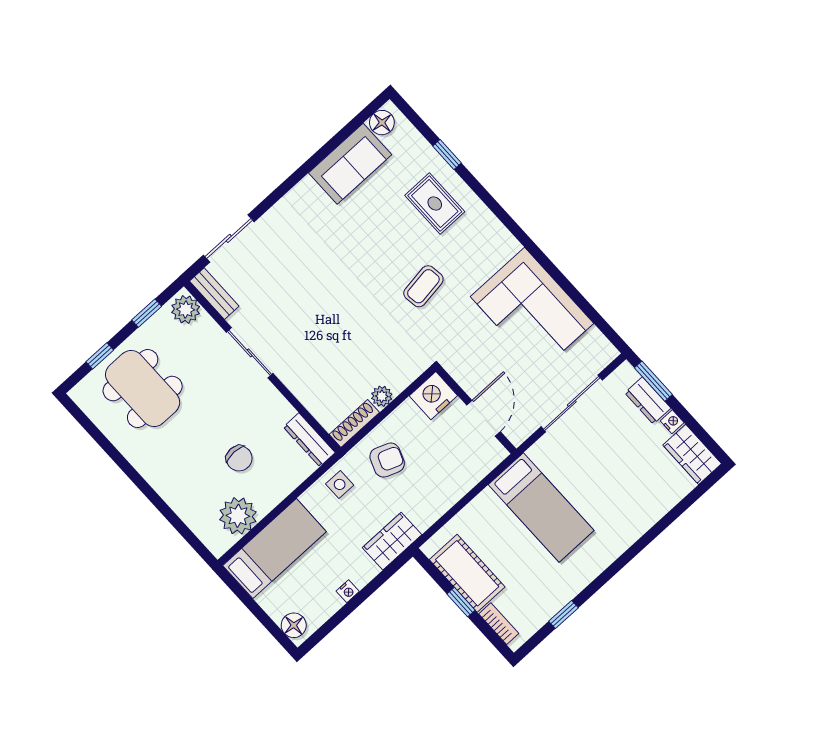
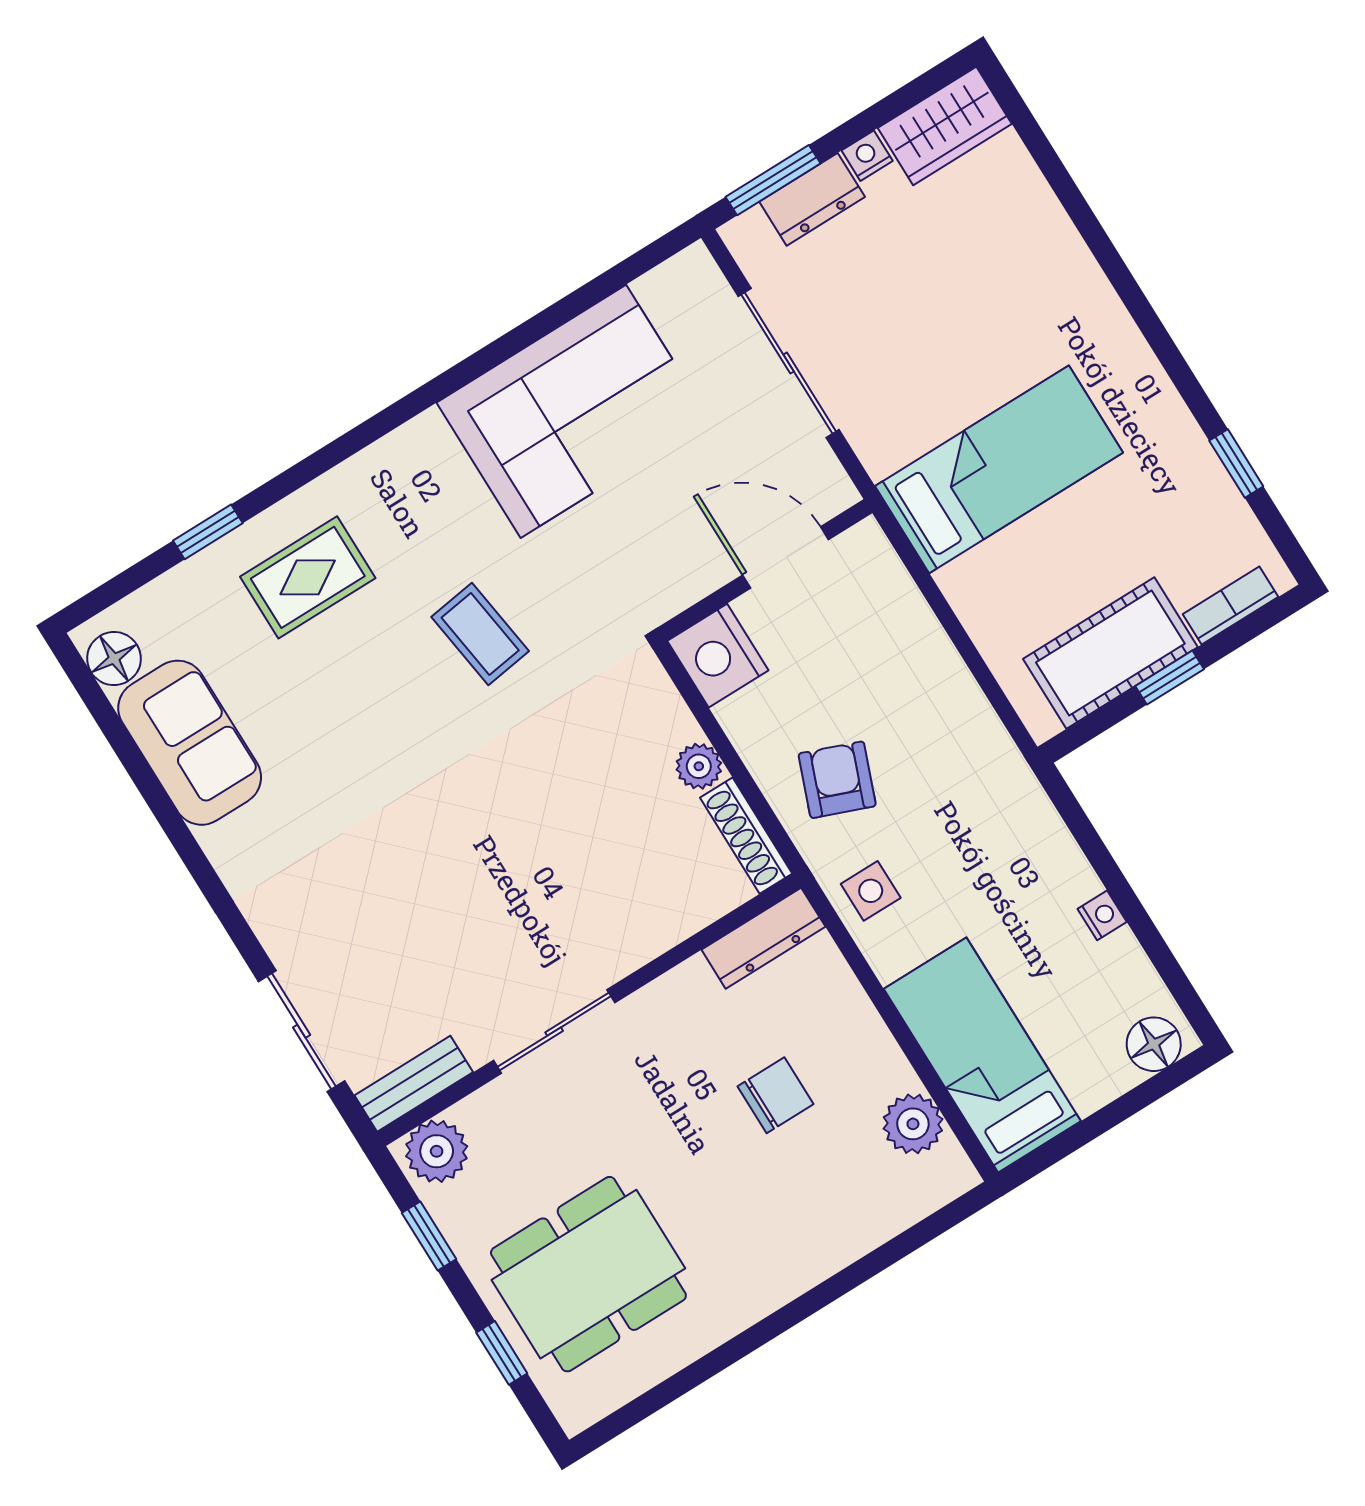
plant: (238, 516) -> (913, 1124), width x0.73, depth x0.73
wardrobe: (392, 541) -> (1012, 801), removed

